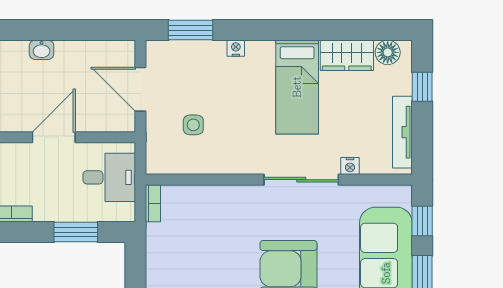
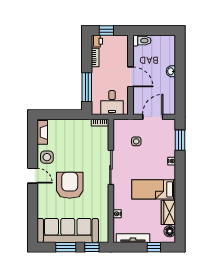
sliding door: (301, 180) -> (111, 167), moved
window: (76, 232) -> (87, 87), width x1.44

